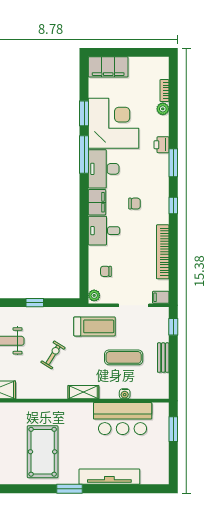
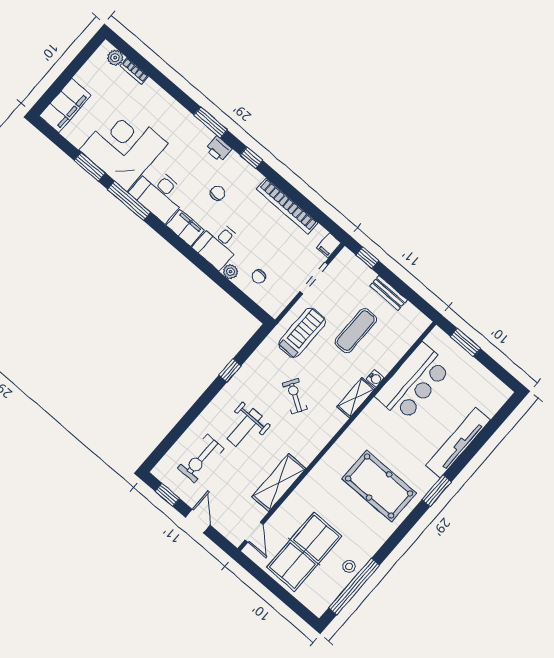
plant: (163, 109) -> (115, 58), moved
printer: (162, 145) -> (219, 149), moved
plant: (94, 295) -> (231, 272), moved
water cooler: (125, 394) -> (375, 379), moved

